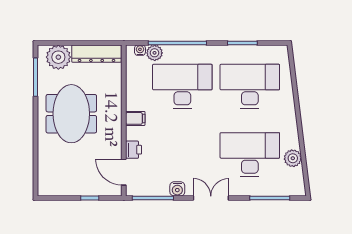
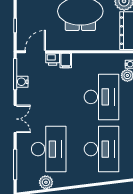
filing cabinet: (135, 118) -> (66, 61), moved
water cooler: (177, 189) -> (22, 82), moved

